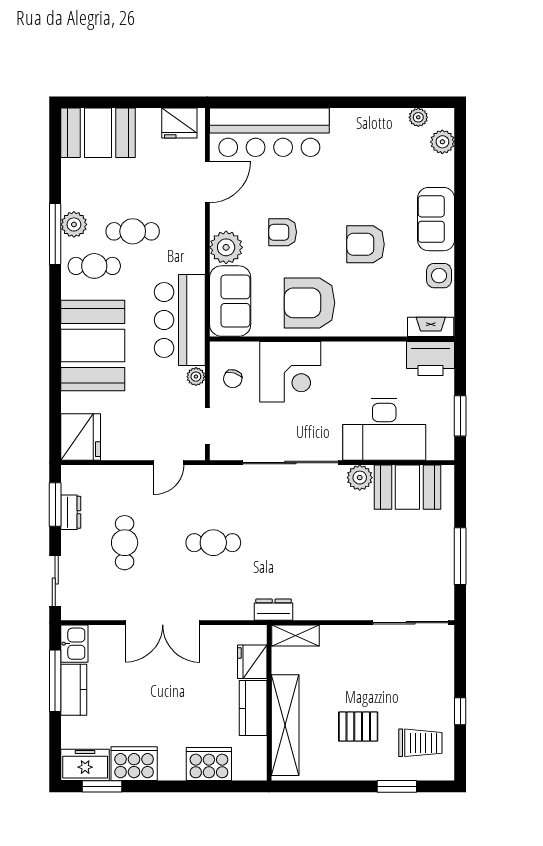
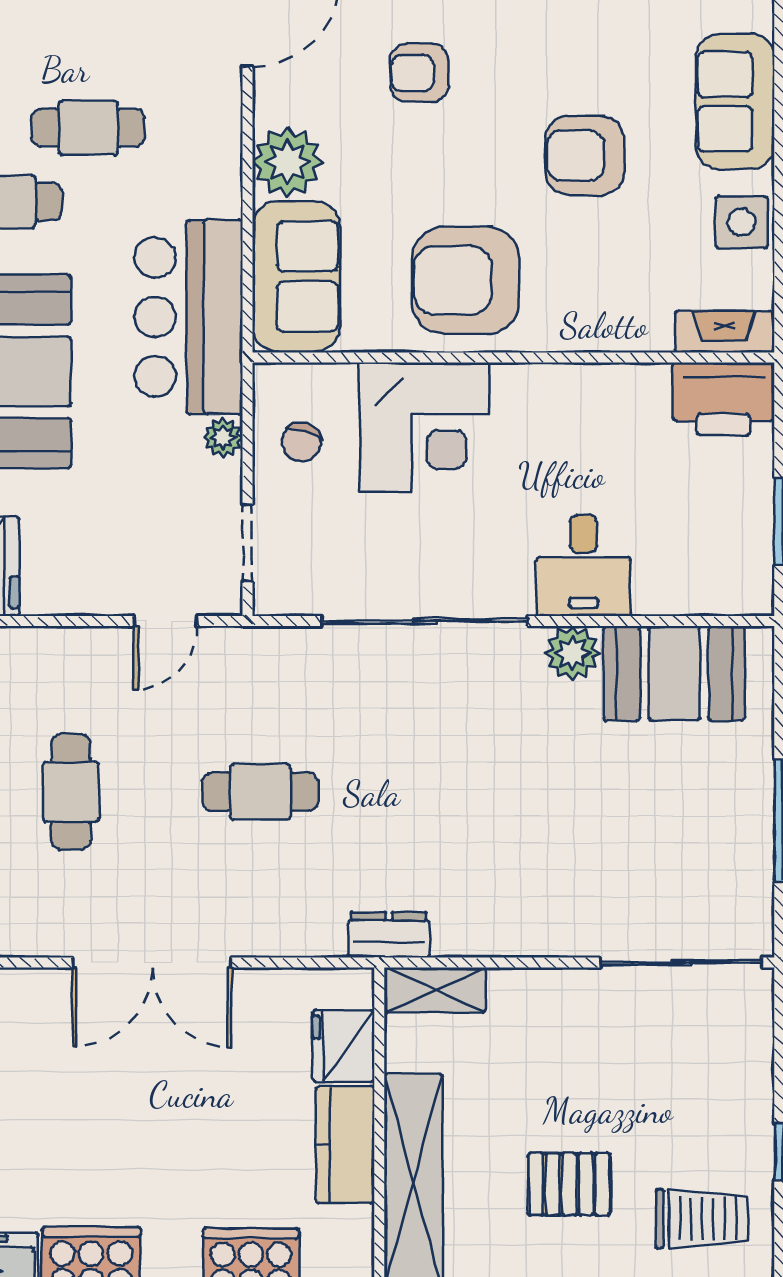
armchair: (283, 232) -> (419, 73), moved
desk: (384, 429) -> (584, 565), width x0.53, depth x0.77

